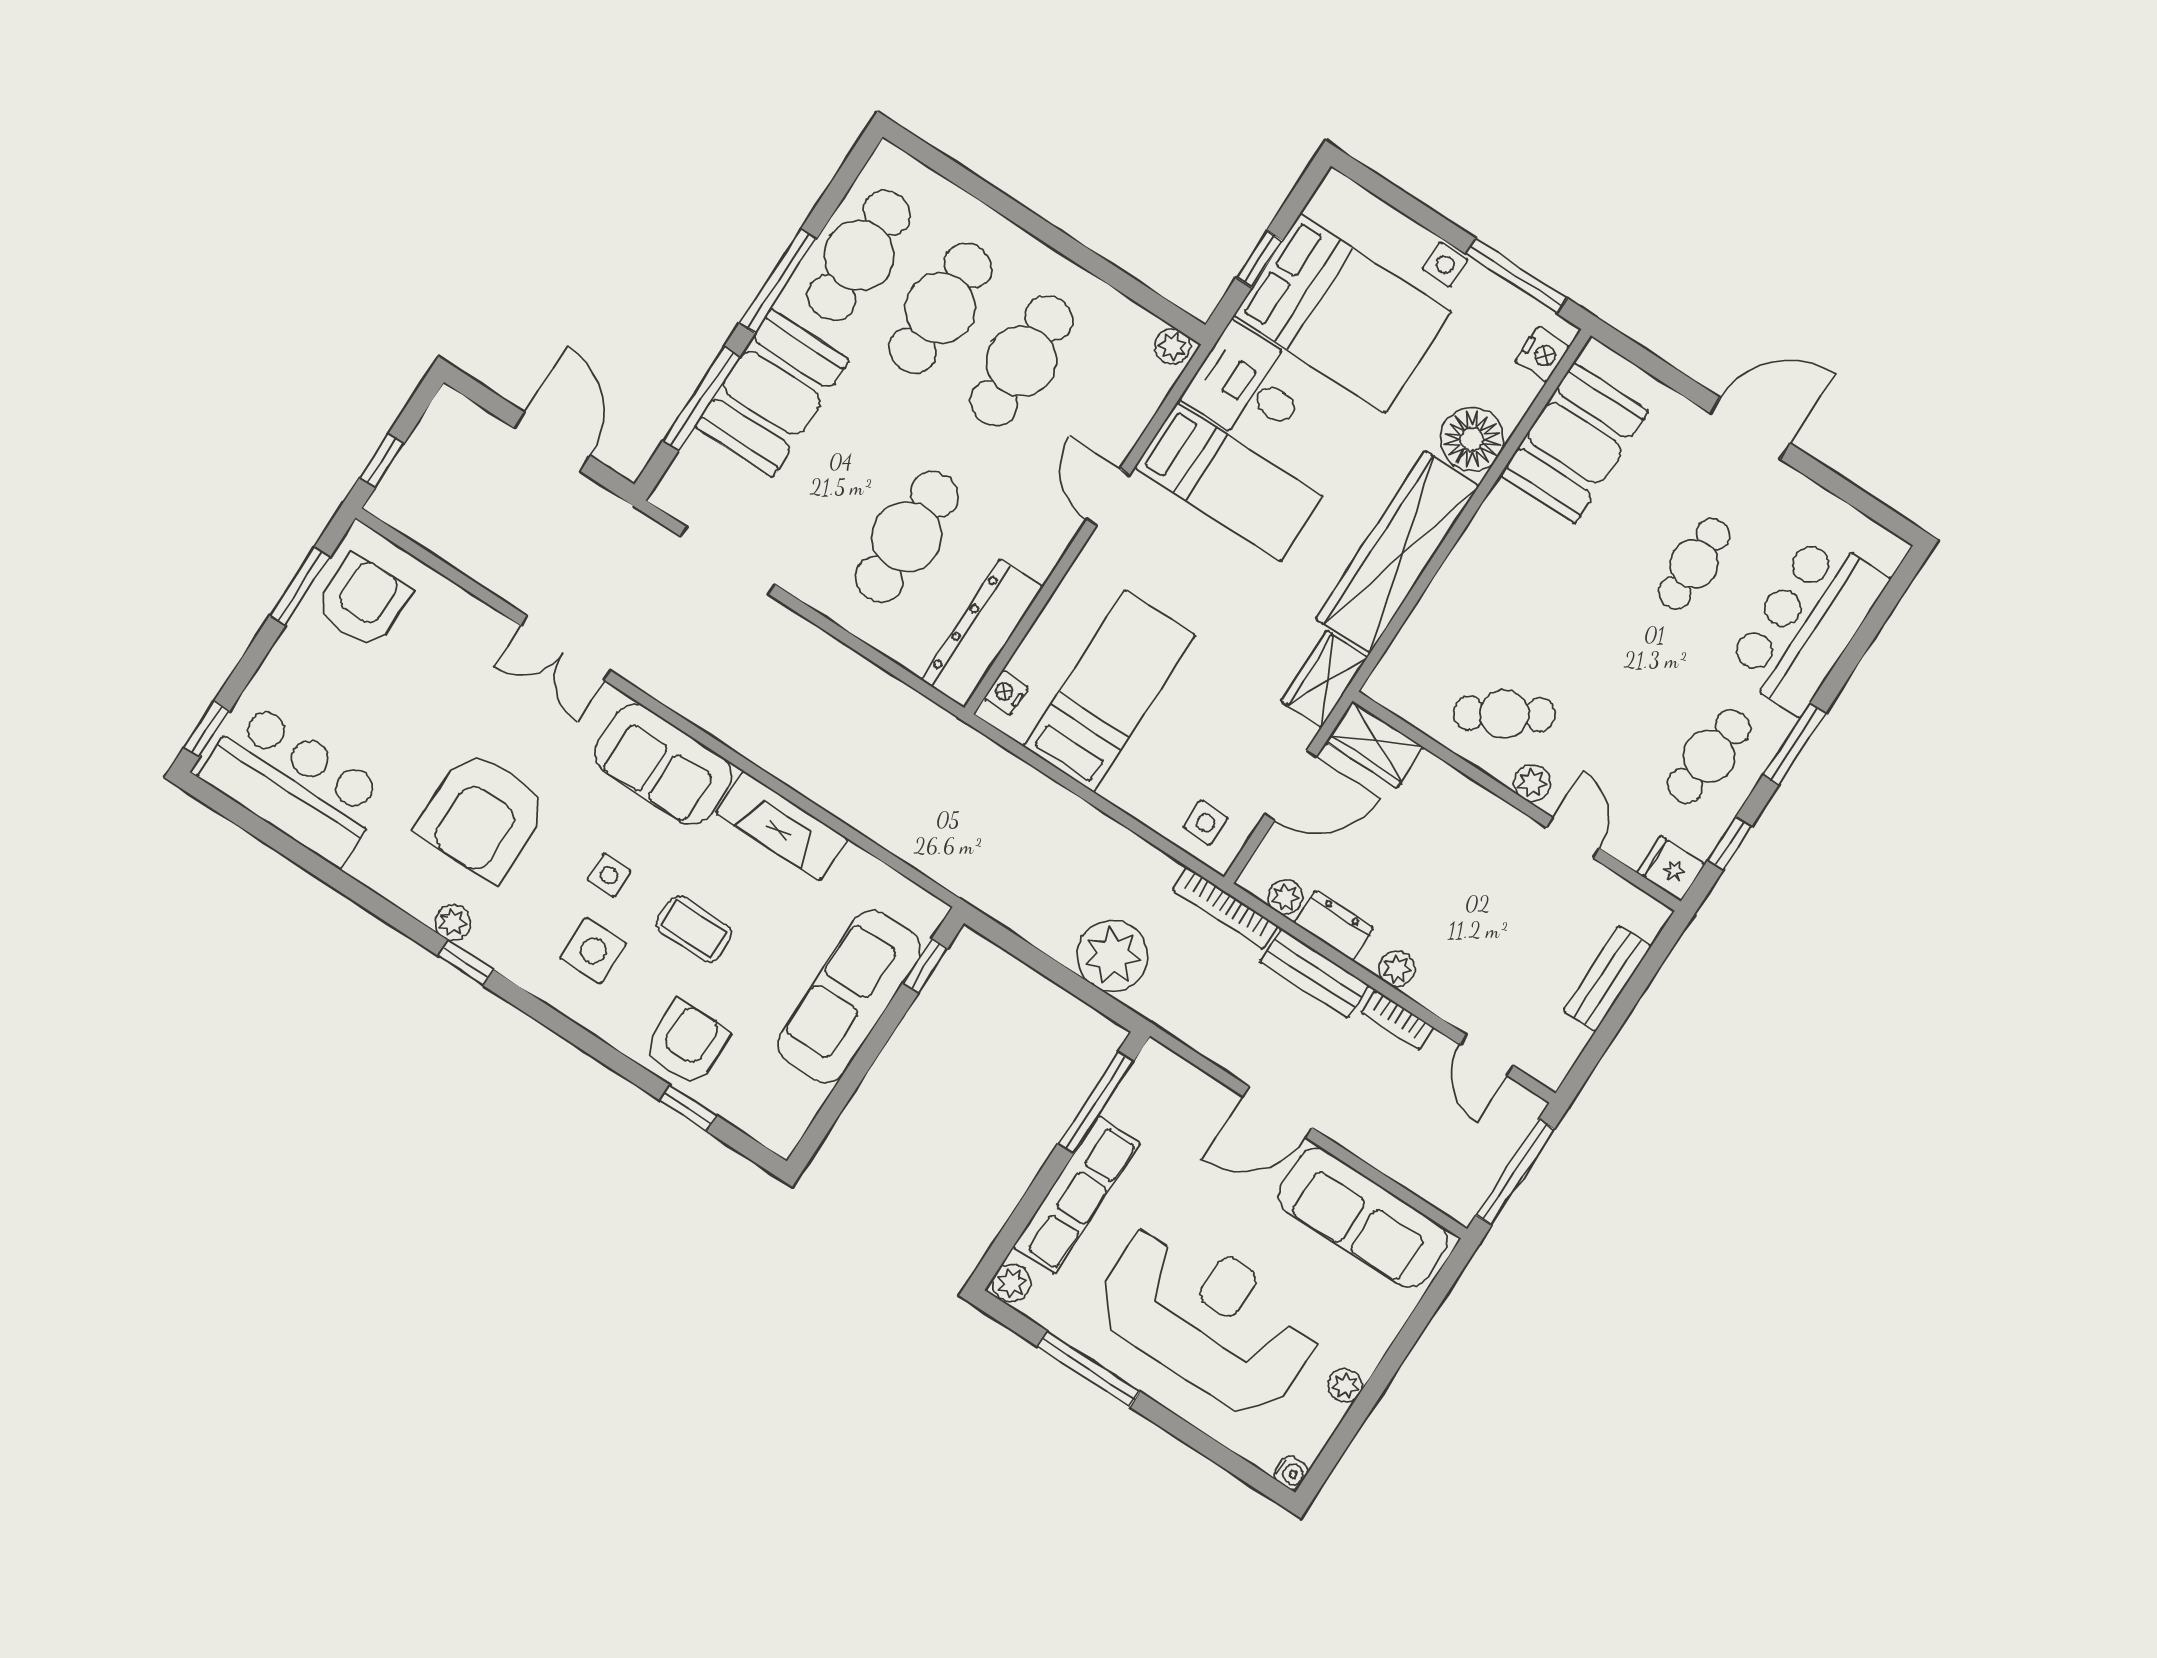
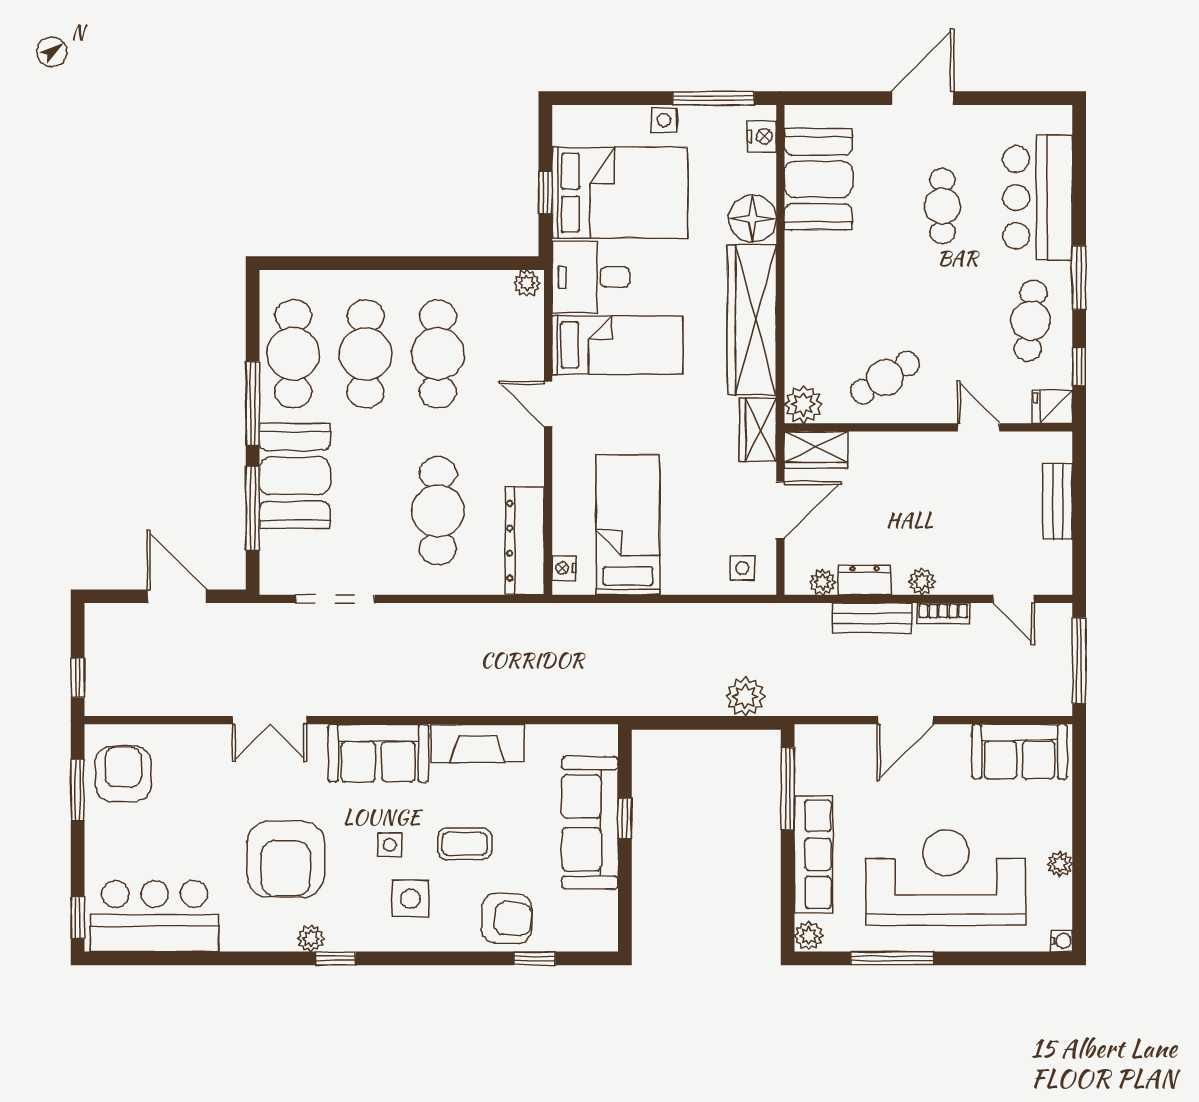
plant: (1532, 783) -> (803, 404), moved, width x1.38, depth x1.38
bookcase: (1225, 908) -> (790, 613), removed
plant: (1112, 956) -> (745, 697), width x0.73, depth x0.73
window: (925, 966) -> (625, 818), moved
armchair: (686, 1043) -> (507, 918), turned 93
sofa: (1363, 1218) -> (1019, 752), width x0.73

